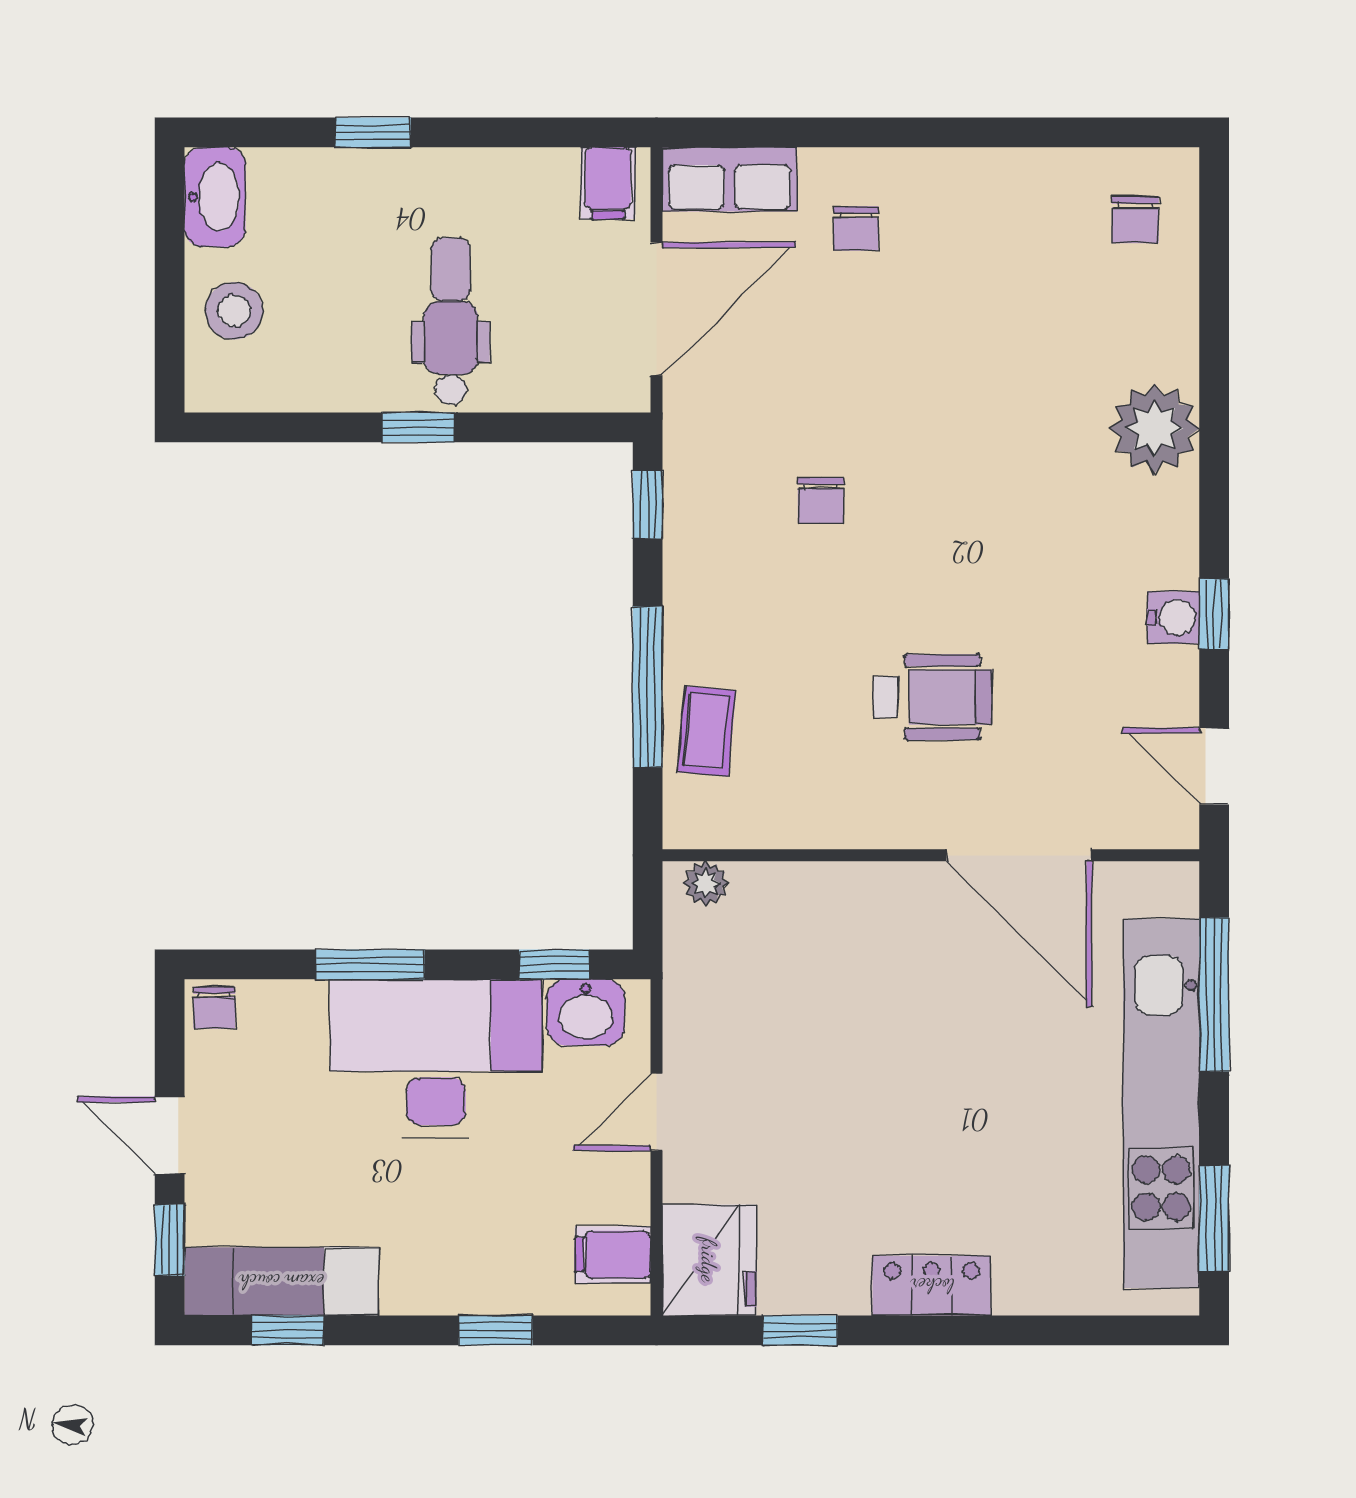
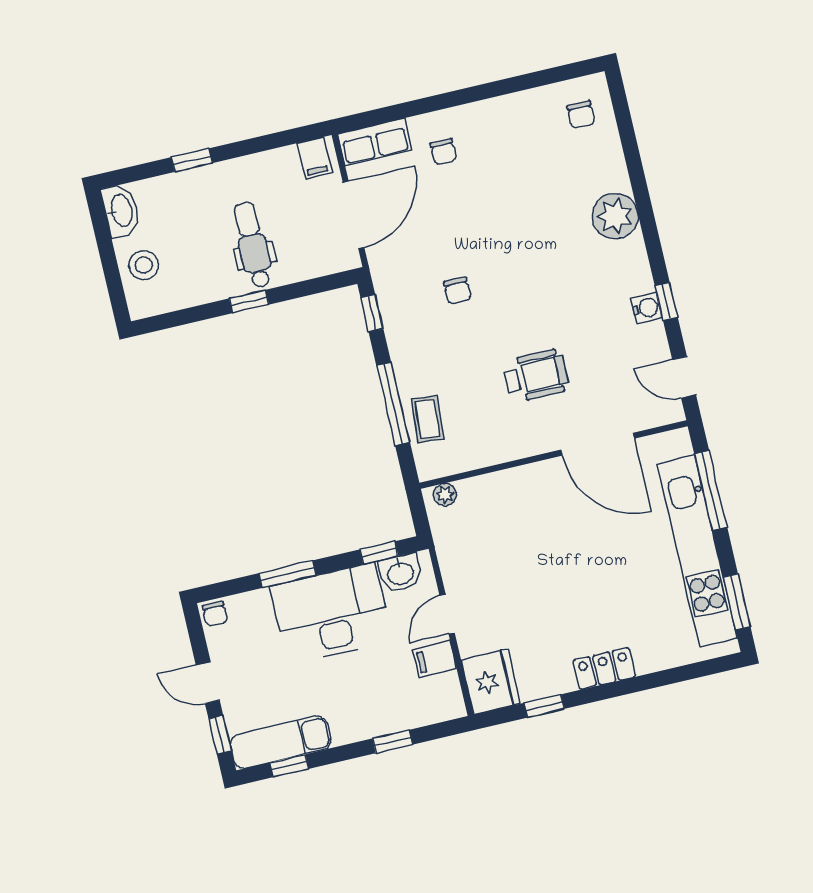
filing cabinet: (613, 1255) -> (435, 659), moved

